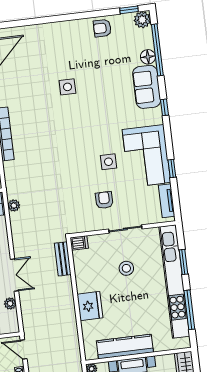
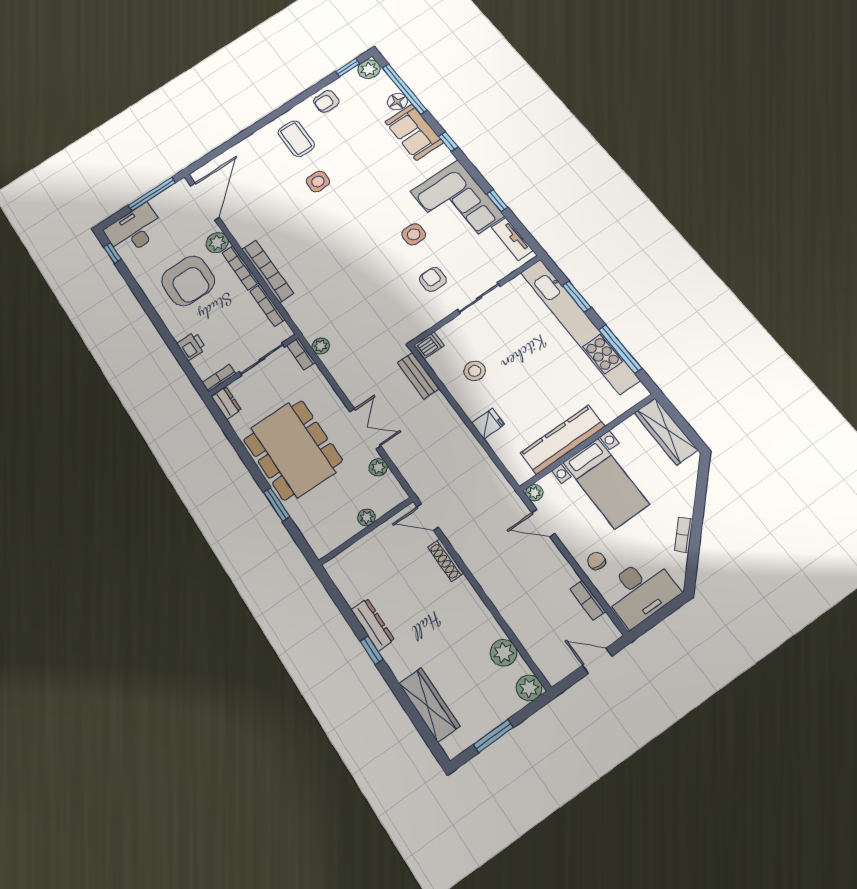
coffee table: (69, 45) -> (296, 139), added
stool: (126, 268) -> (475, 371), moved
fridge: (90, 306) -> (488, 424), width x0.53, depth x0.75

